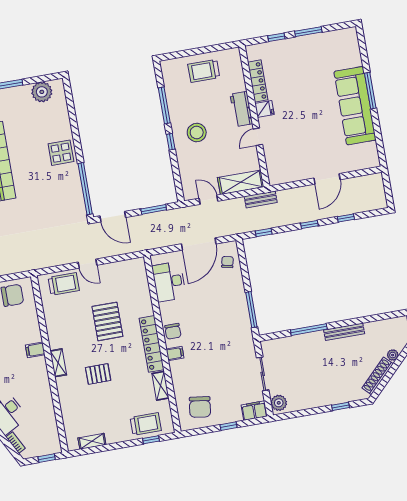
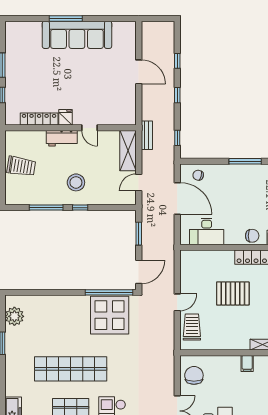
trolley: (204, 71) -> (21, 166), turned -81
display table: (61, 153) -> (110, 315), moved, width x1.86, depth x1.86

